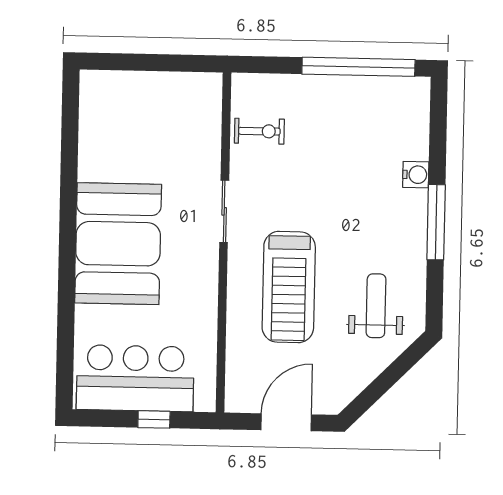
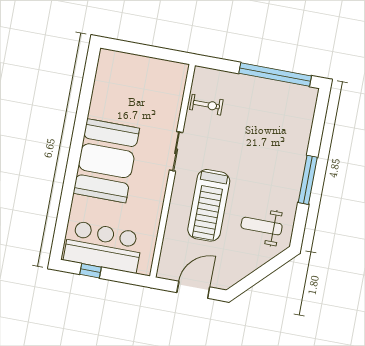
water cooler: (416, 175) -> (300, 148), removed
weight bench: (376, 306) -> (262, 226), turned -90
window: (154, 419) -> (90, 271), moved

